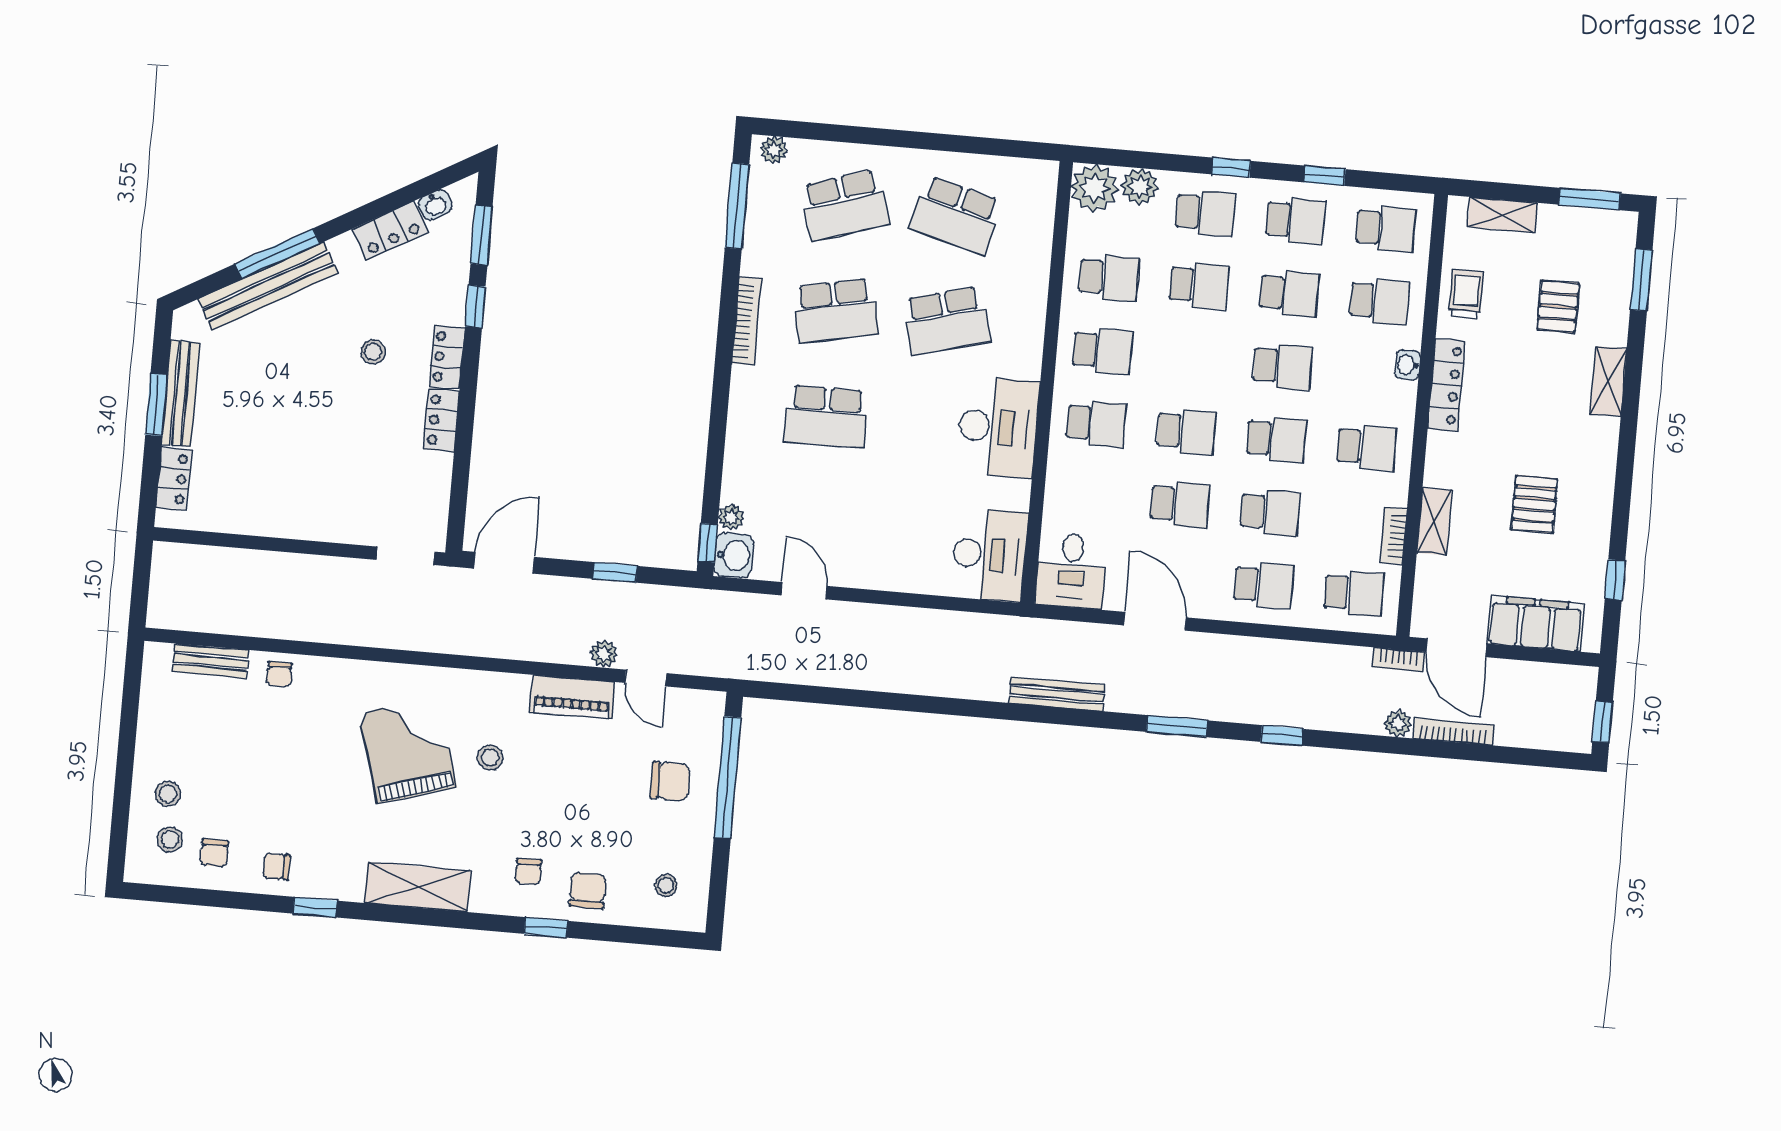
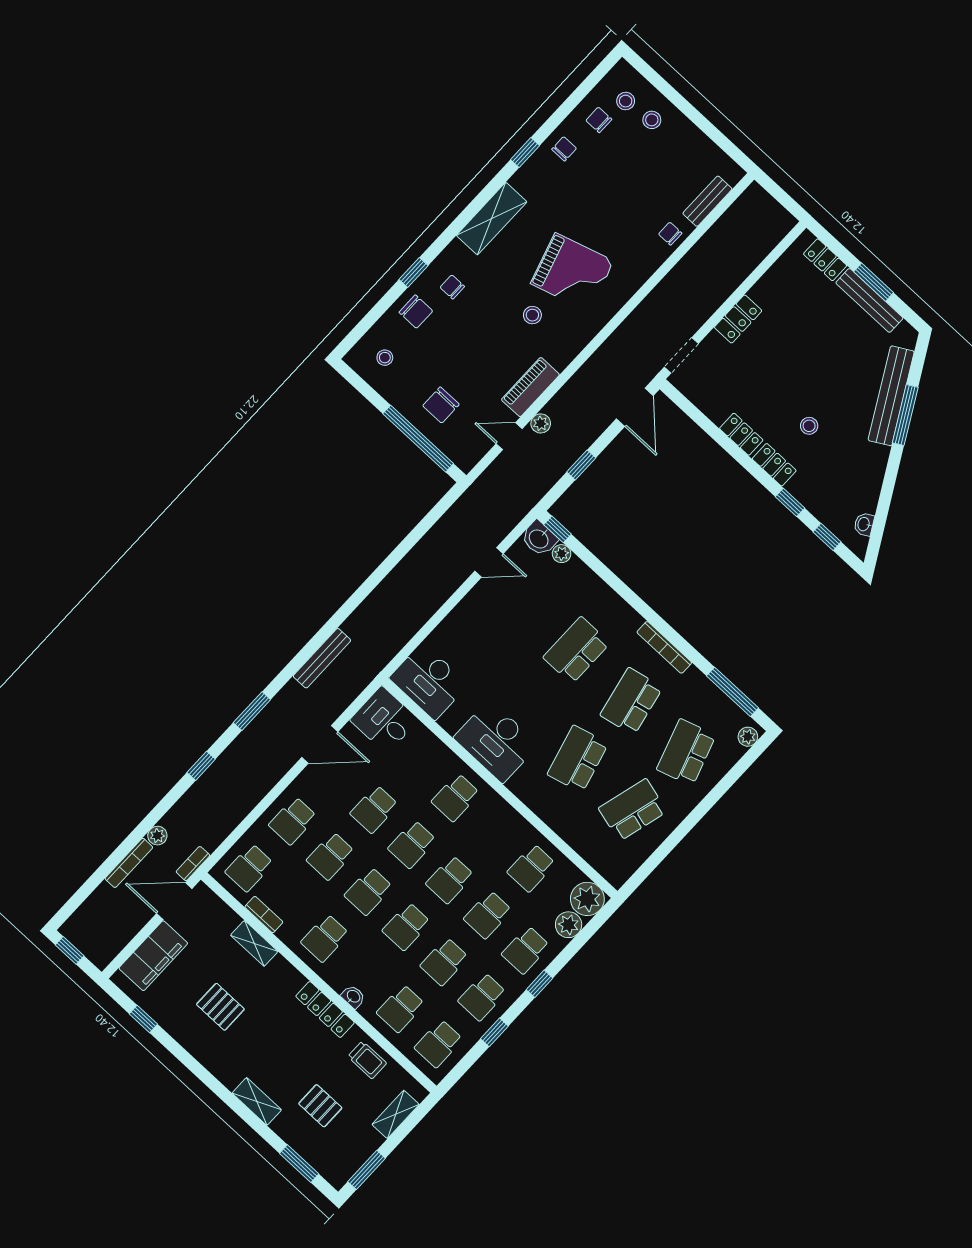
locker: (390, 231) -> (738, 319), moved, turned -151
window: (482, 235) -> (827, 537), width x0.67
school desk: (1102, 351) -> (450, 879), moved

